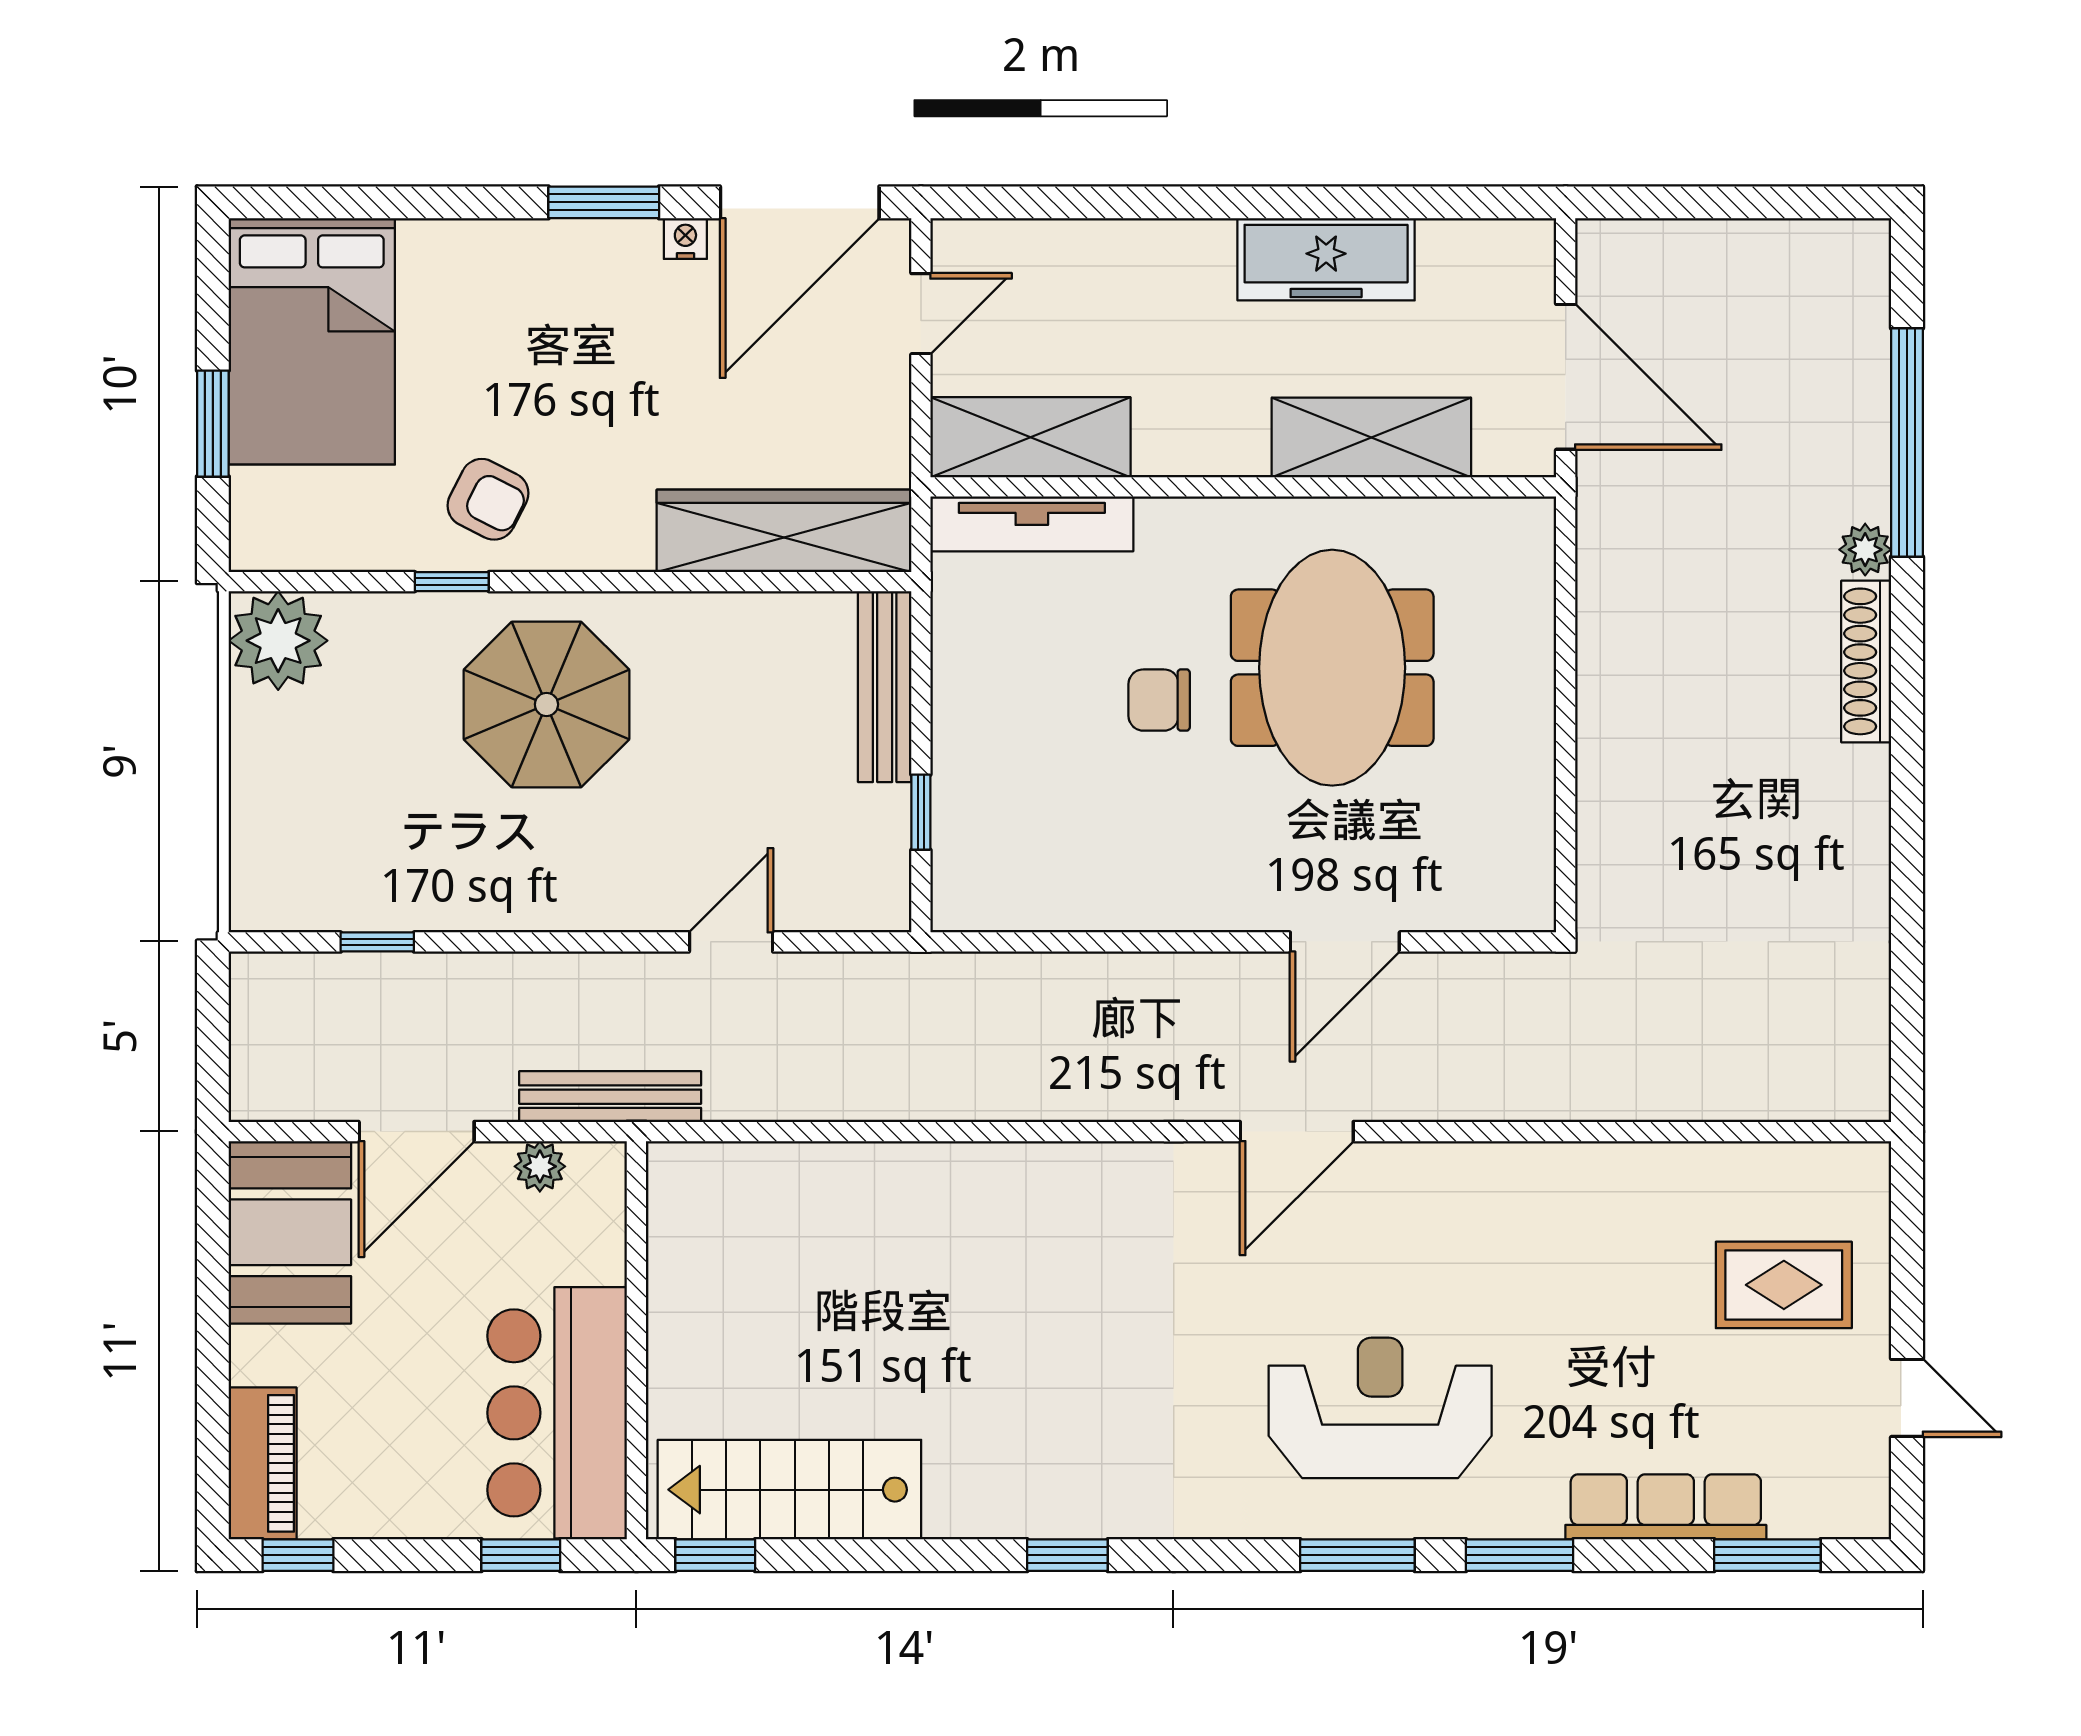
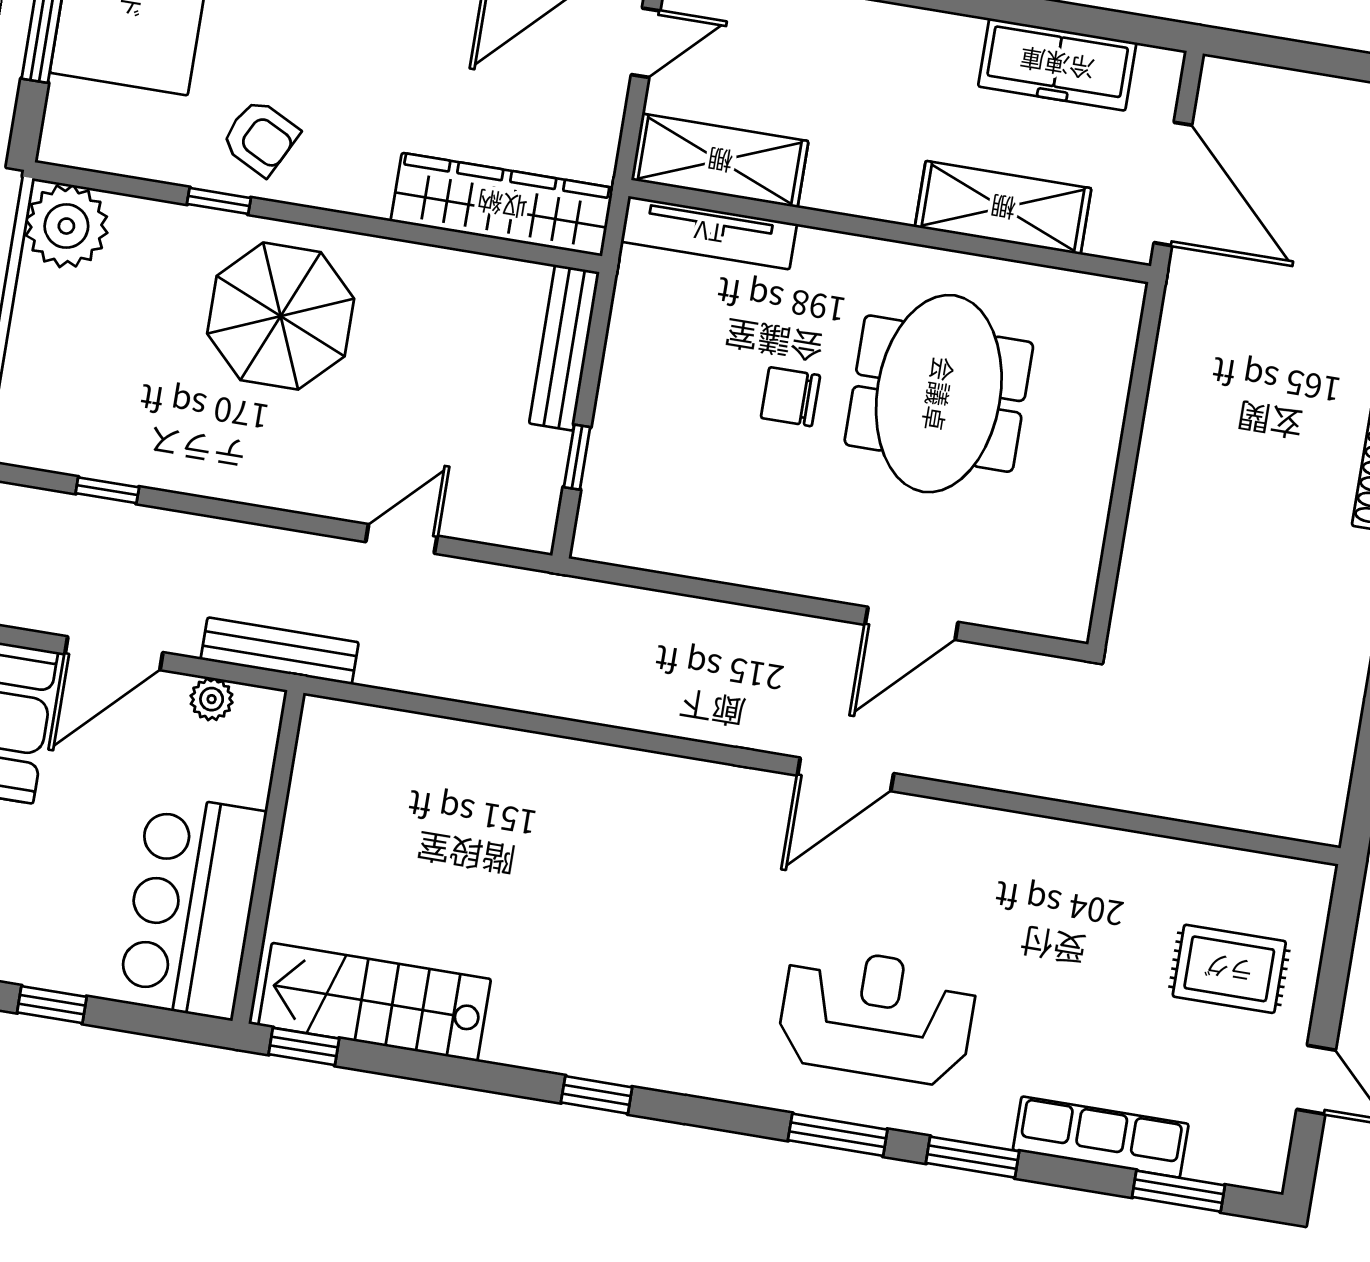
freezer: (1326, 259) -> (1057, 64), moved
window: (521, 1555) -> (52, 1005), moved

